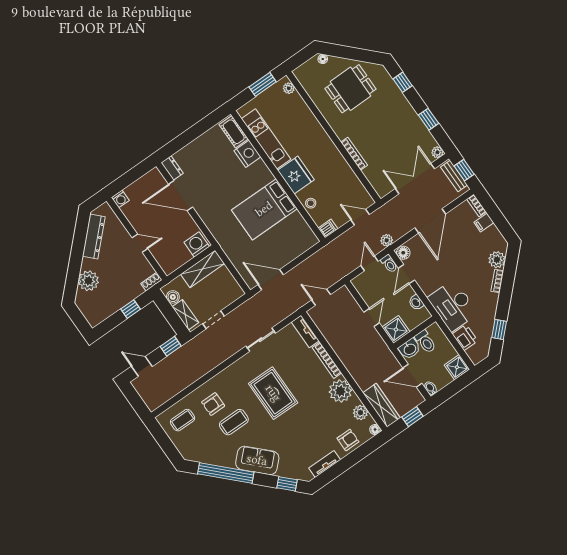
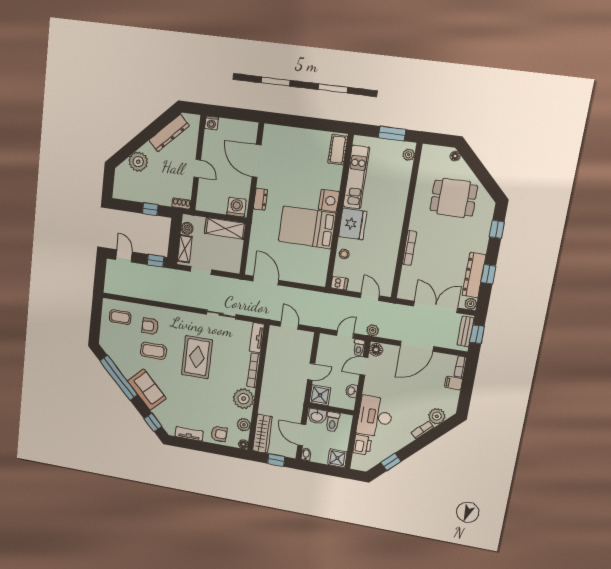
dresser: (419, 130) -> (474, 275), added
nightstand: (247, 154) -> (329, 201), moved
dresser: (172, 168) -> (260, 199), moved

